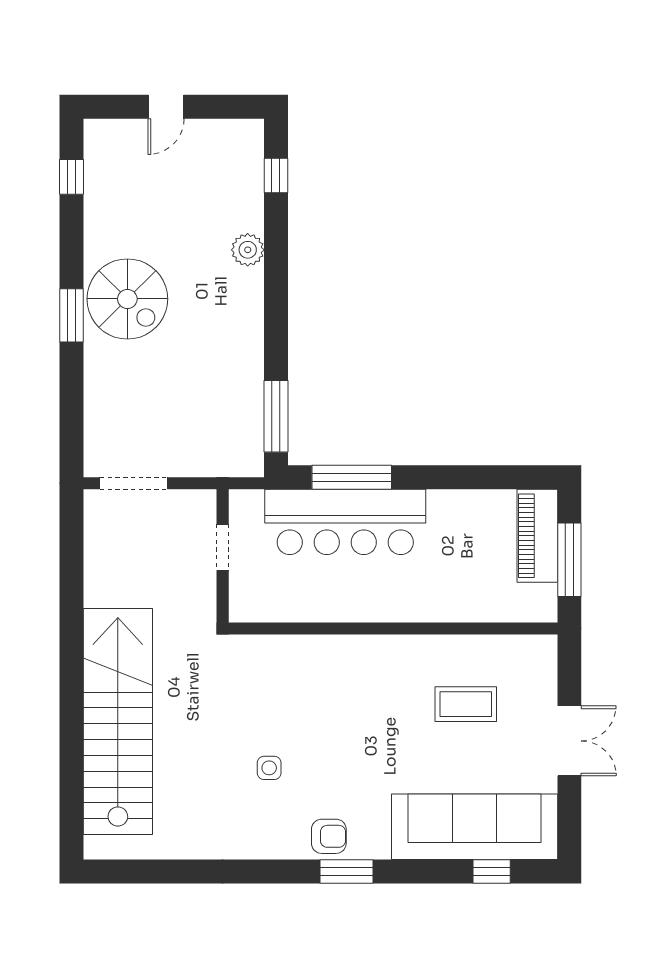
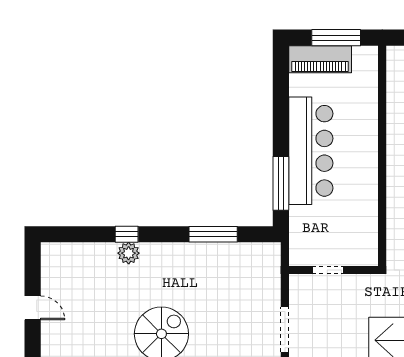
window: (276, 176) -> (127, 234), moved
window: (276, 416) -> (213, 234), moved
bar counter: (345, 522) -> (311, 151), moved

